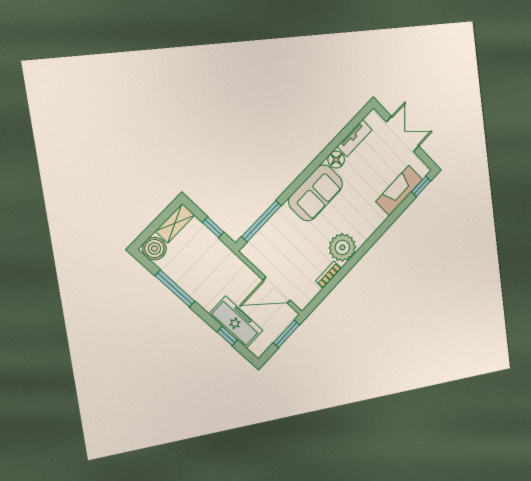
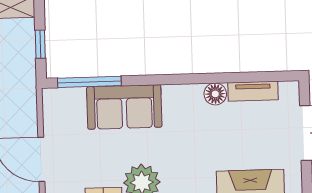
sofa: (316, 193) -> (124, 107), moved

